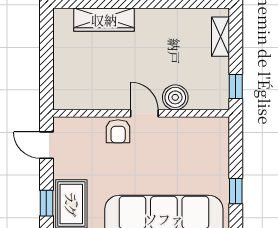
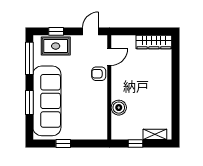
wardrobe: (104, 20) -> (154, 42), moved, turned -90
window: (236, 86) -> (135, 143), moved
door: (144, 113) -> (109, 57), moved

